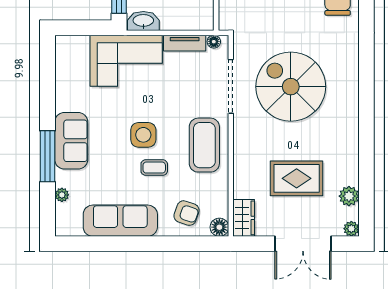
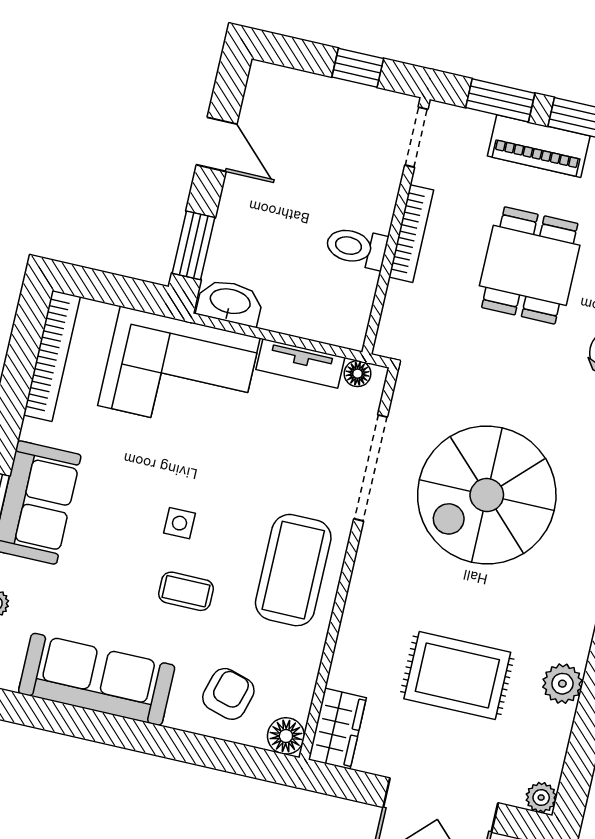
bookcase: (62, 67) -> (52, 356), added
spiral stairs: (291, 87) -> (487, 495), turned -90
side table: (143, 135) -> (179, 523), width x0.54, depth x0.54
plant: (349, 196) -> (562, 684), moved
armchair: (186, 213) -> (228, 694), turned -93

